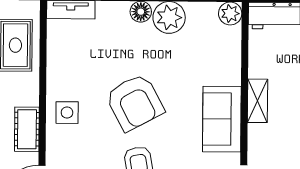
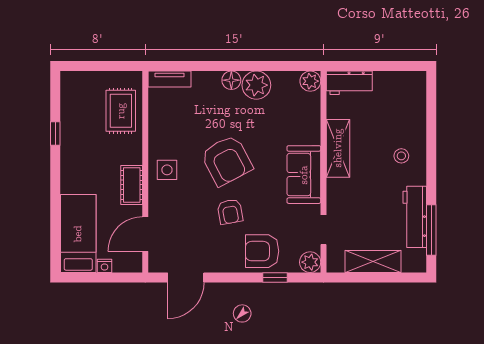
shelving: (257, 101) -> (338, 148), width x1.50, depth x1.33

